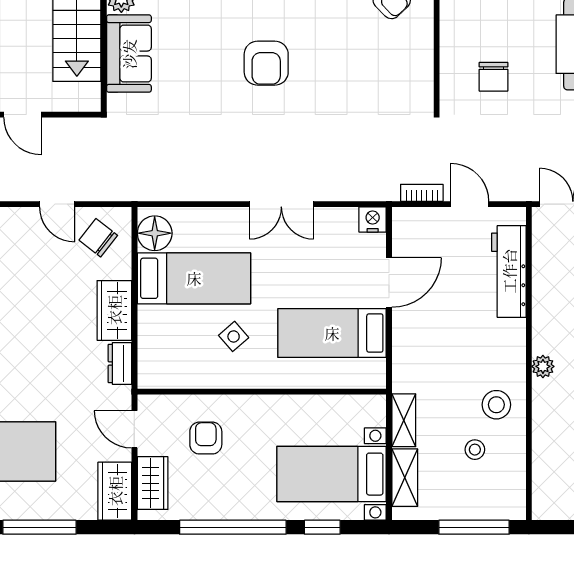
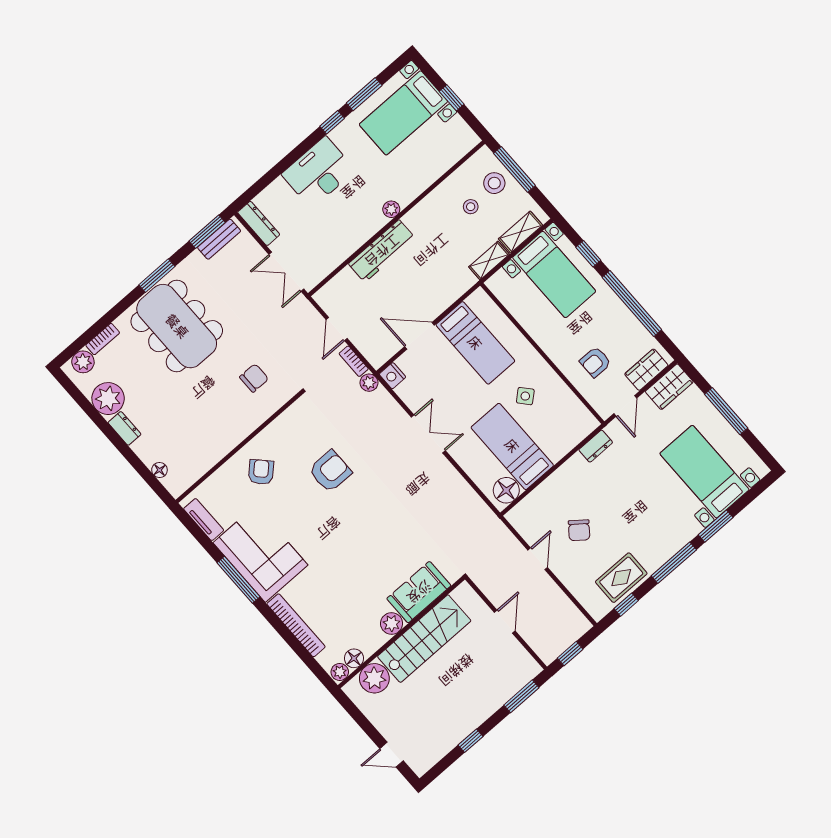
armchair: (266, 63) -> (330, 471), moved
plant: (386, 189) -> (369, 383), added
chair: (98, 238) -> (579, 530), moved
workbench: (509, 271) -> (382, 251), moved
wardrobe: (114, 310) -> (569, 475), removed
stool: (496, 405) -> (494, 183), moved

